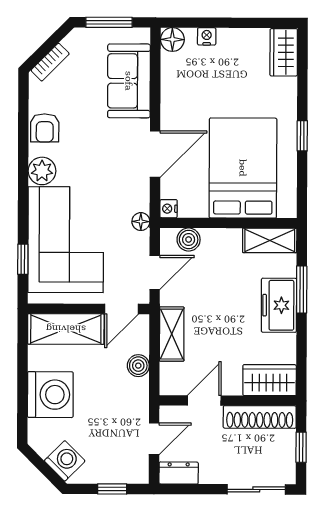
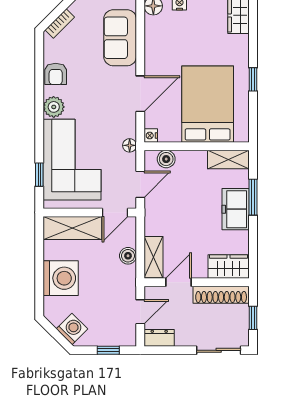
shelving: (172, 334) -> (153, 257), moved

